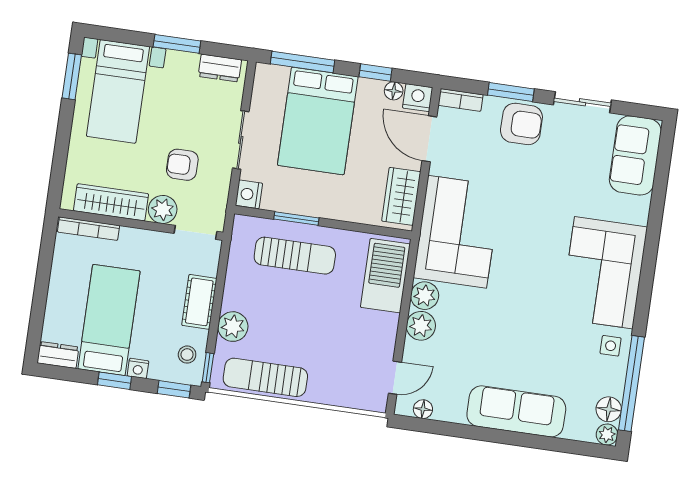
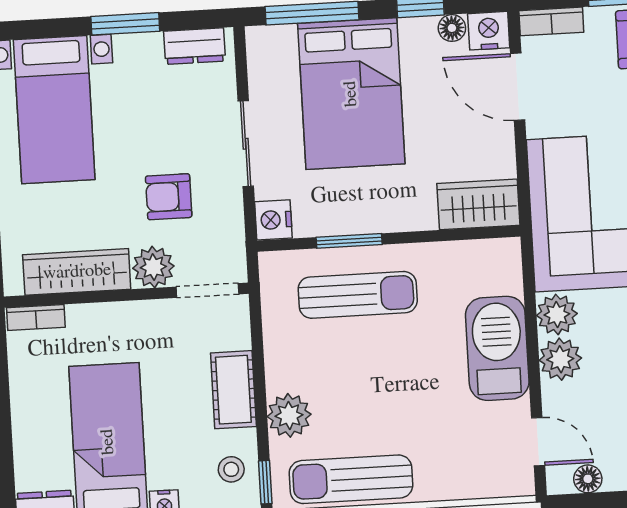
wardrobe: (401, 196) -> (478, 204), moved, turned 90
bookcase: (88, 229) -> (36, 318), width x0.64
barbecue: (385, 276) -> (497, 348), moved
door: (395, 378) -> (538, 442), hinge flipped

